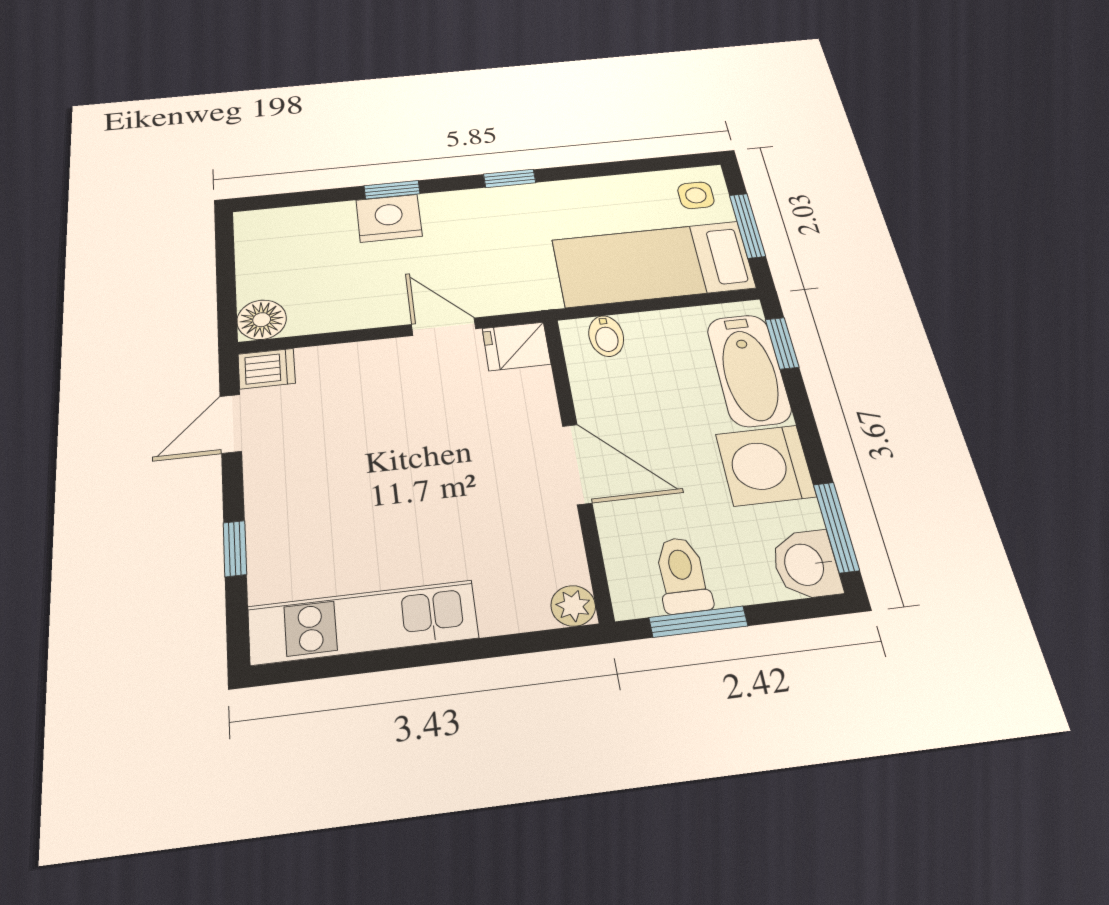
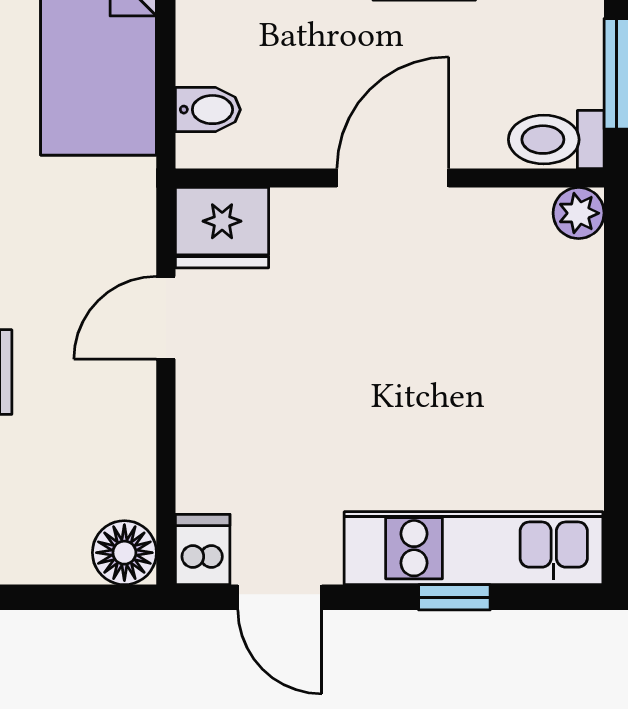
fridge: (516, 346) -> (222, 228), width x1.38
toilet: (682, 575) -> (556, 140), moved
kitchen unit: (363, 622) -> (474, 548), moved, turned 90

